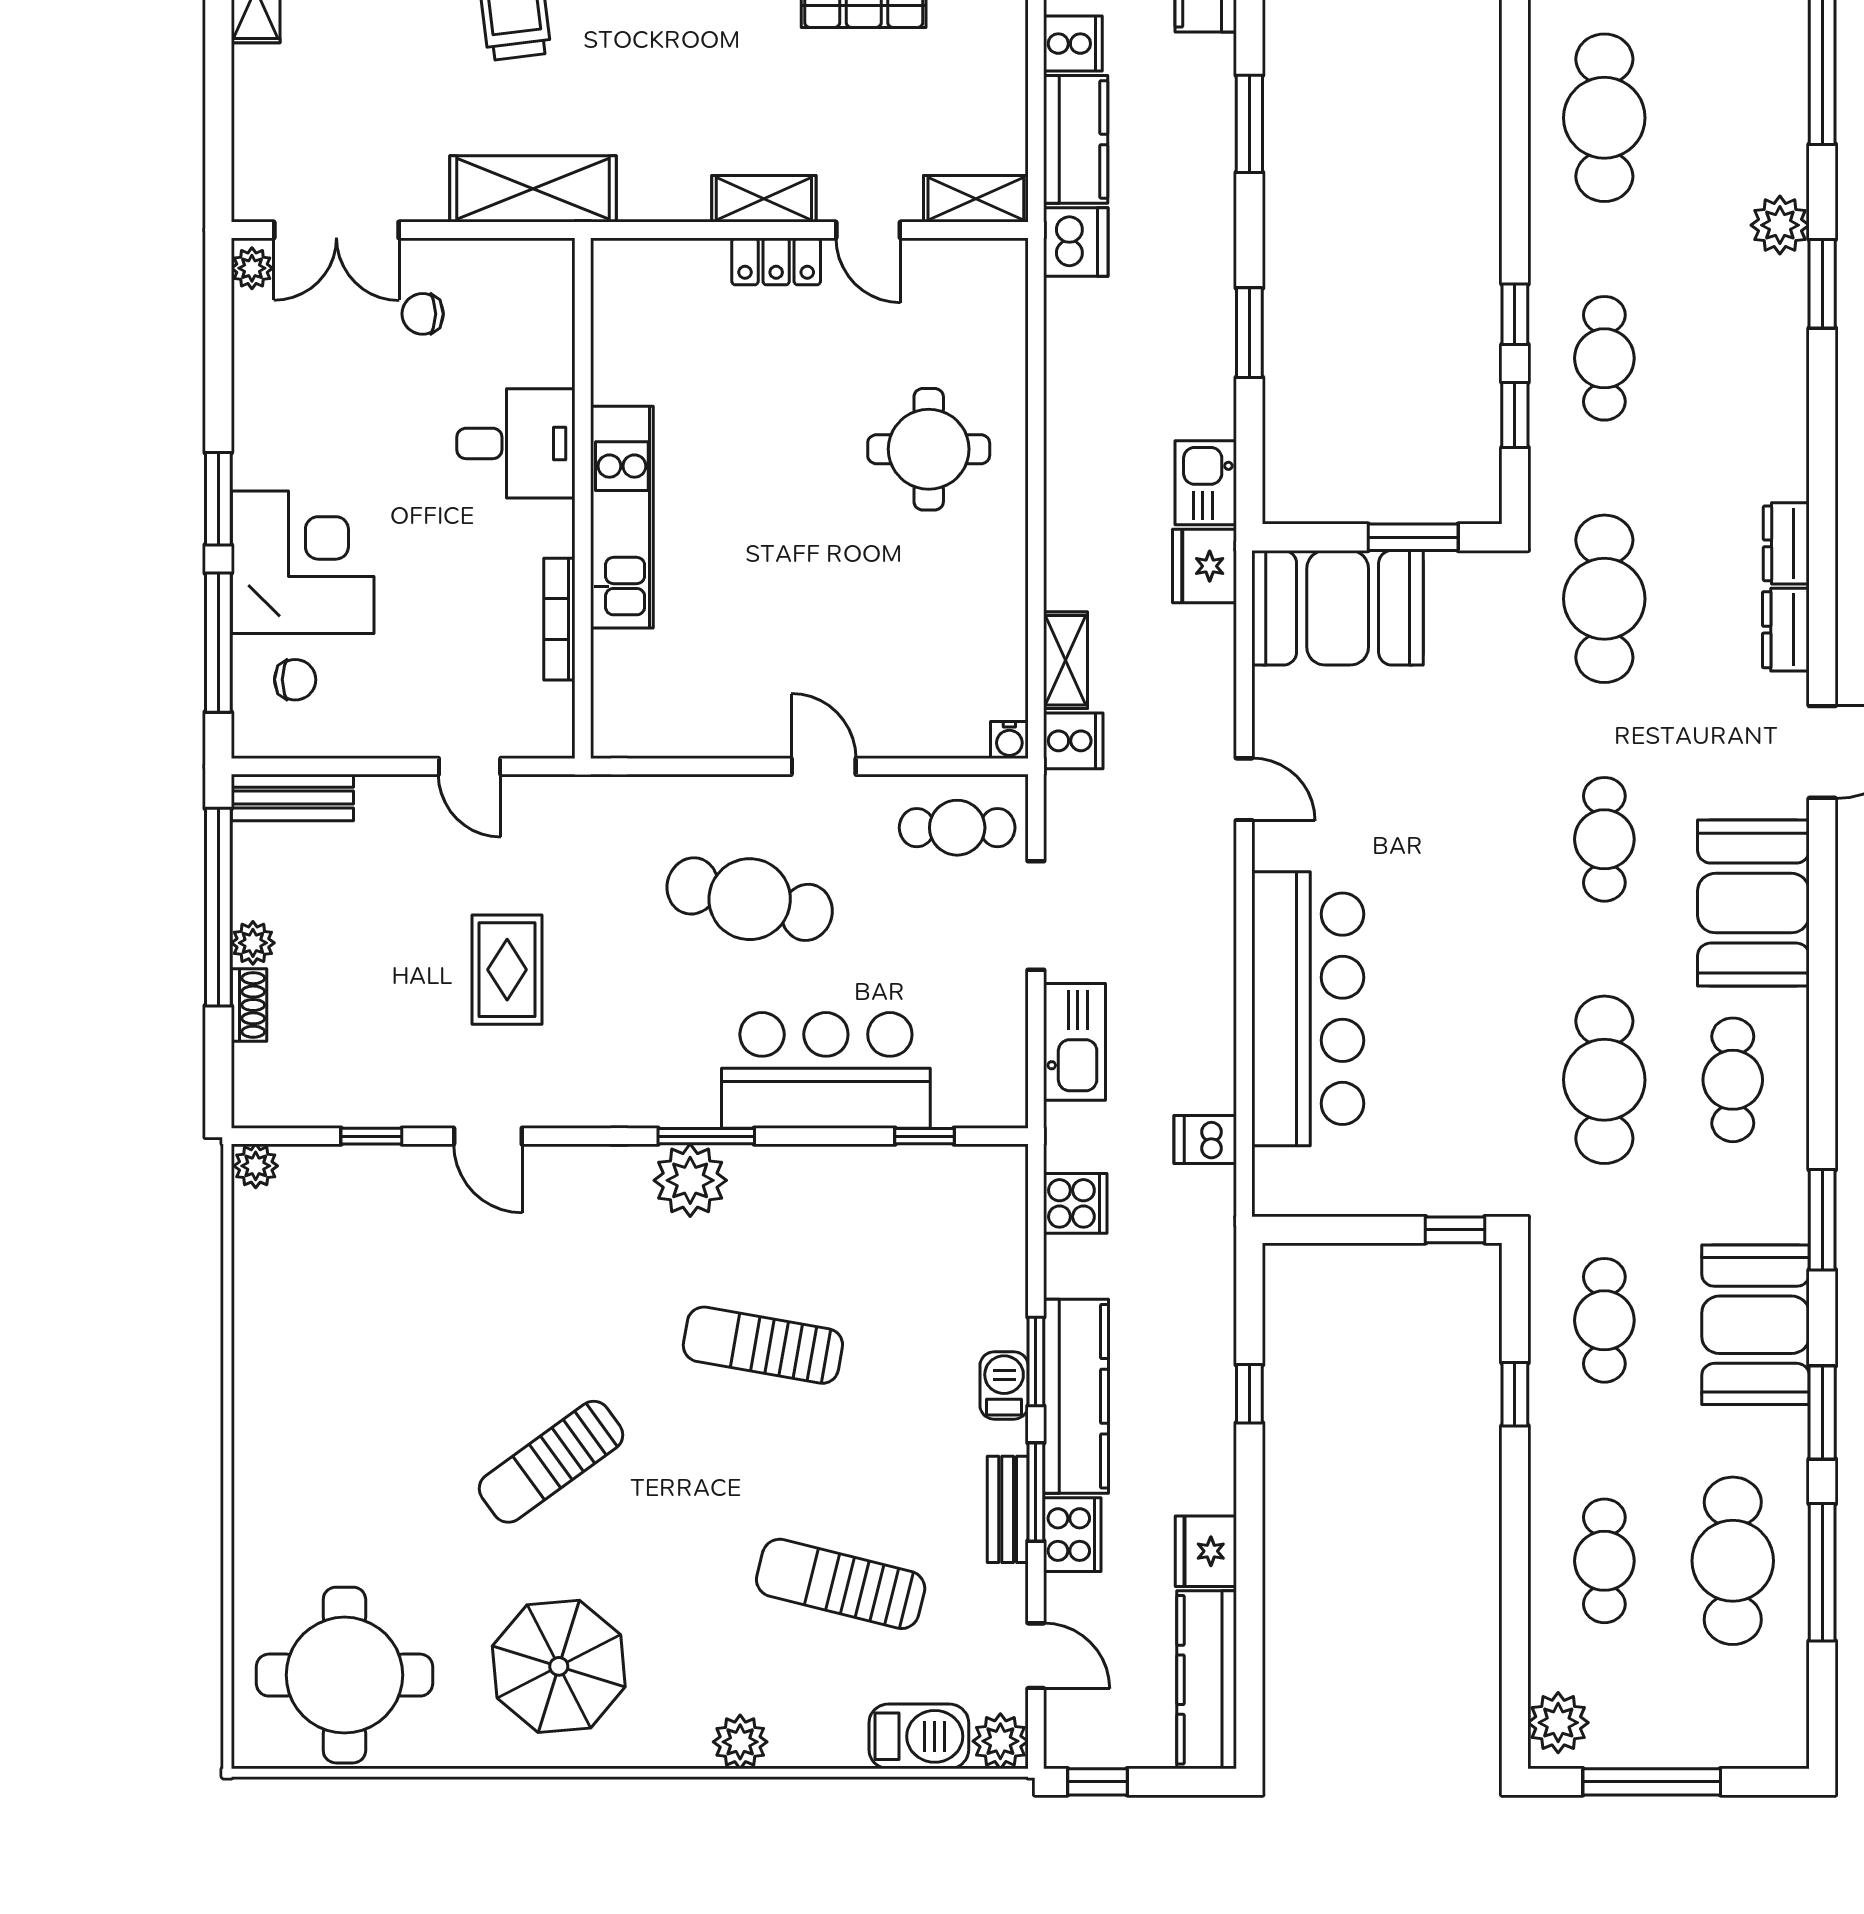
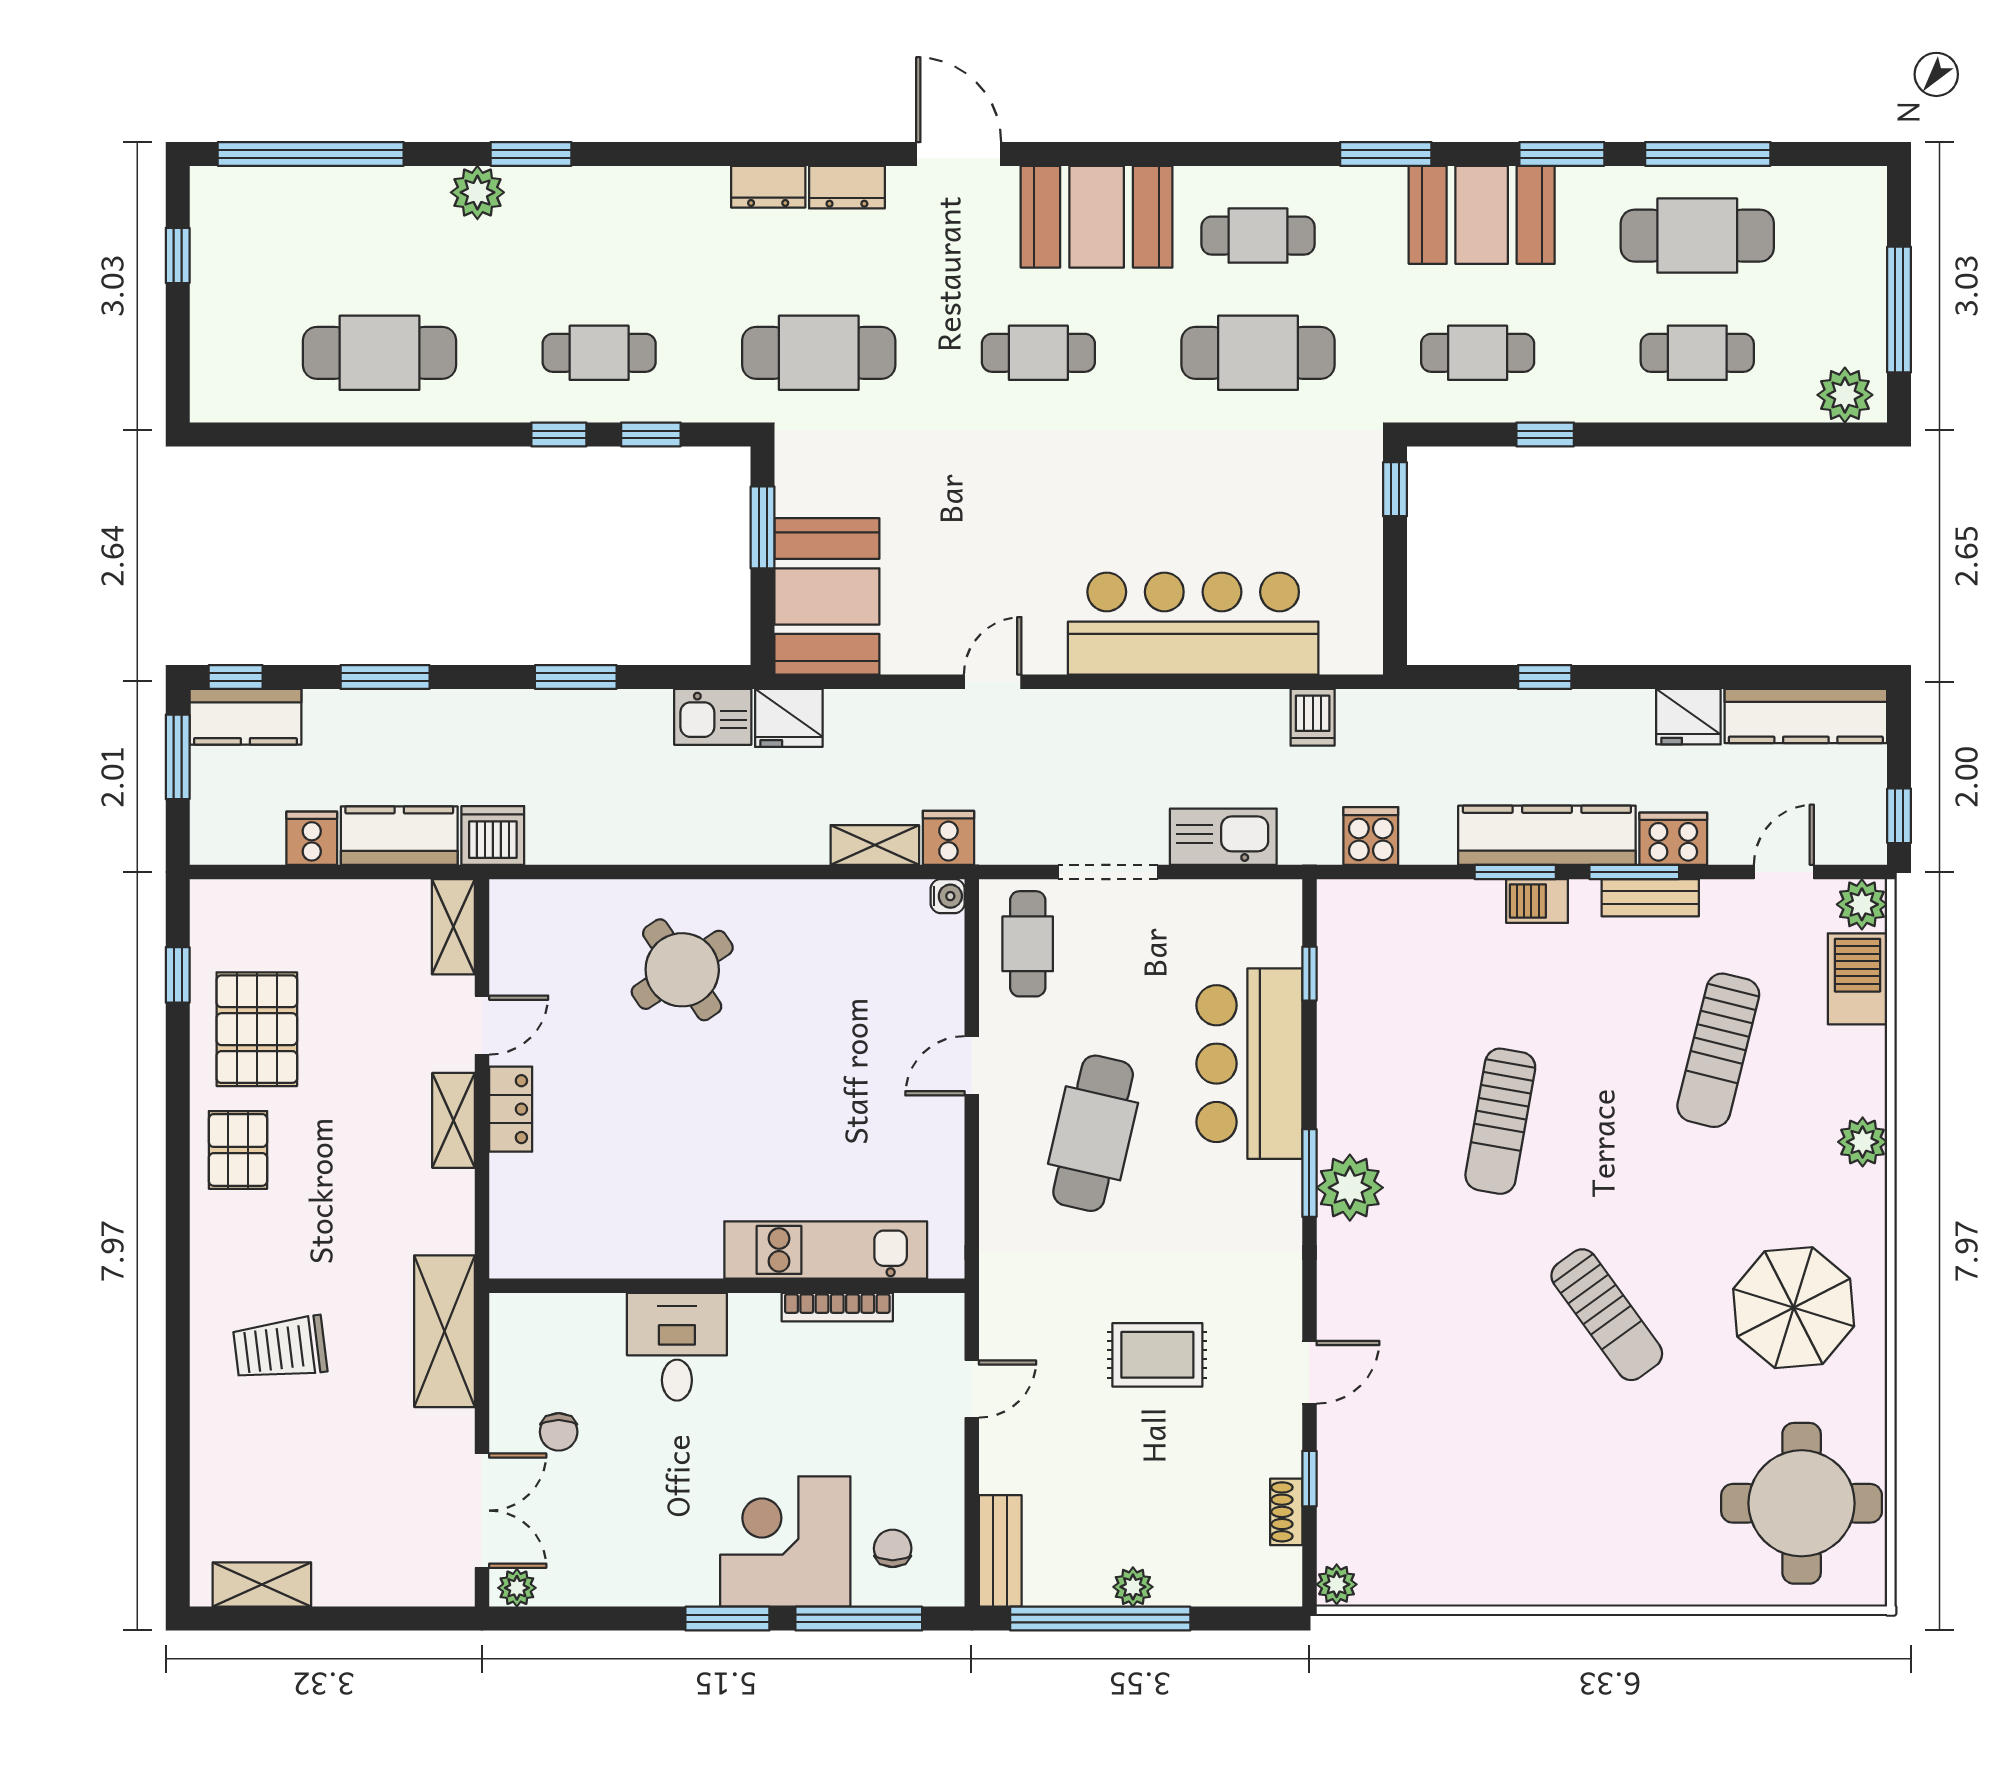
round table: (929, 449) -> (682, 970), turned -34
kitchen unit: (622, 517) -> (826, 1250), moved
shoe rack: (249, 1005) -> (1286, 1512), moved, turned -90

